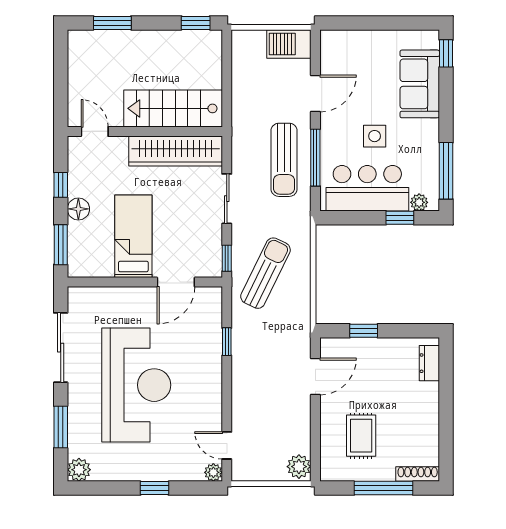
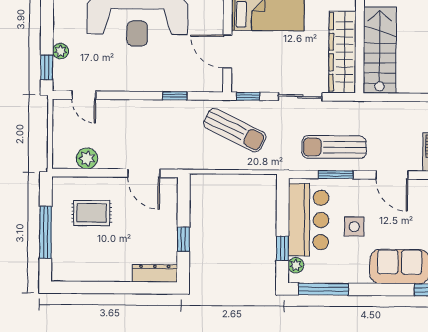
window: (315, 158) -> (336, 175), width x0.69
window: (364, 331) -> (183, 239), moved
dresser: (429, 363) -> (155, 273), width x1.44
door: (227, 445) -> (84, 95), swing flipped
plant: (299, 467) -> (87, 158), moved
plant: (213, 472) -> (61, 51), moved
shoe rack: (418, 474) -> (58, 262), removed
window: (154, 488) -> (47, 67), moved

